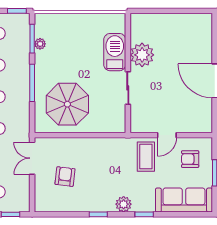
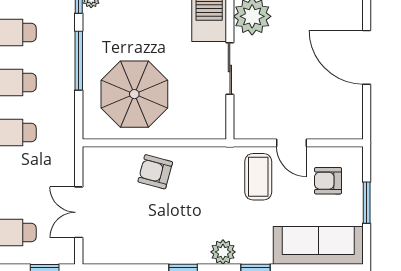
door: (167, 135) -> (291, 143), hinge flipped
double door: (32, 158) -> (79, 212), moved
armchair: (65, 177) -> (155, 172), moved, turned -82

